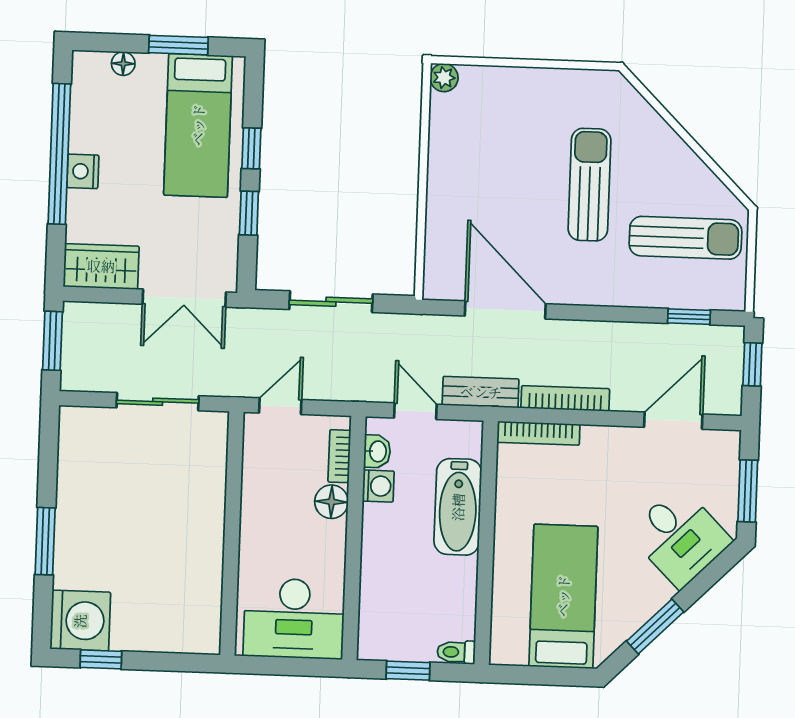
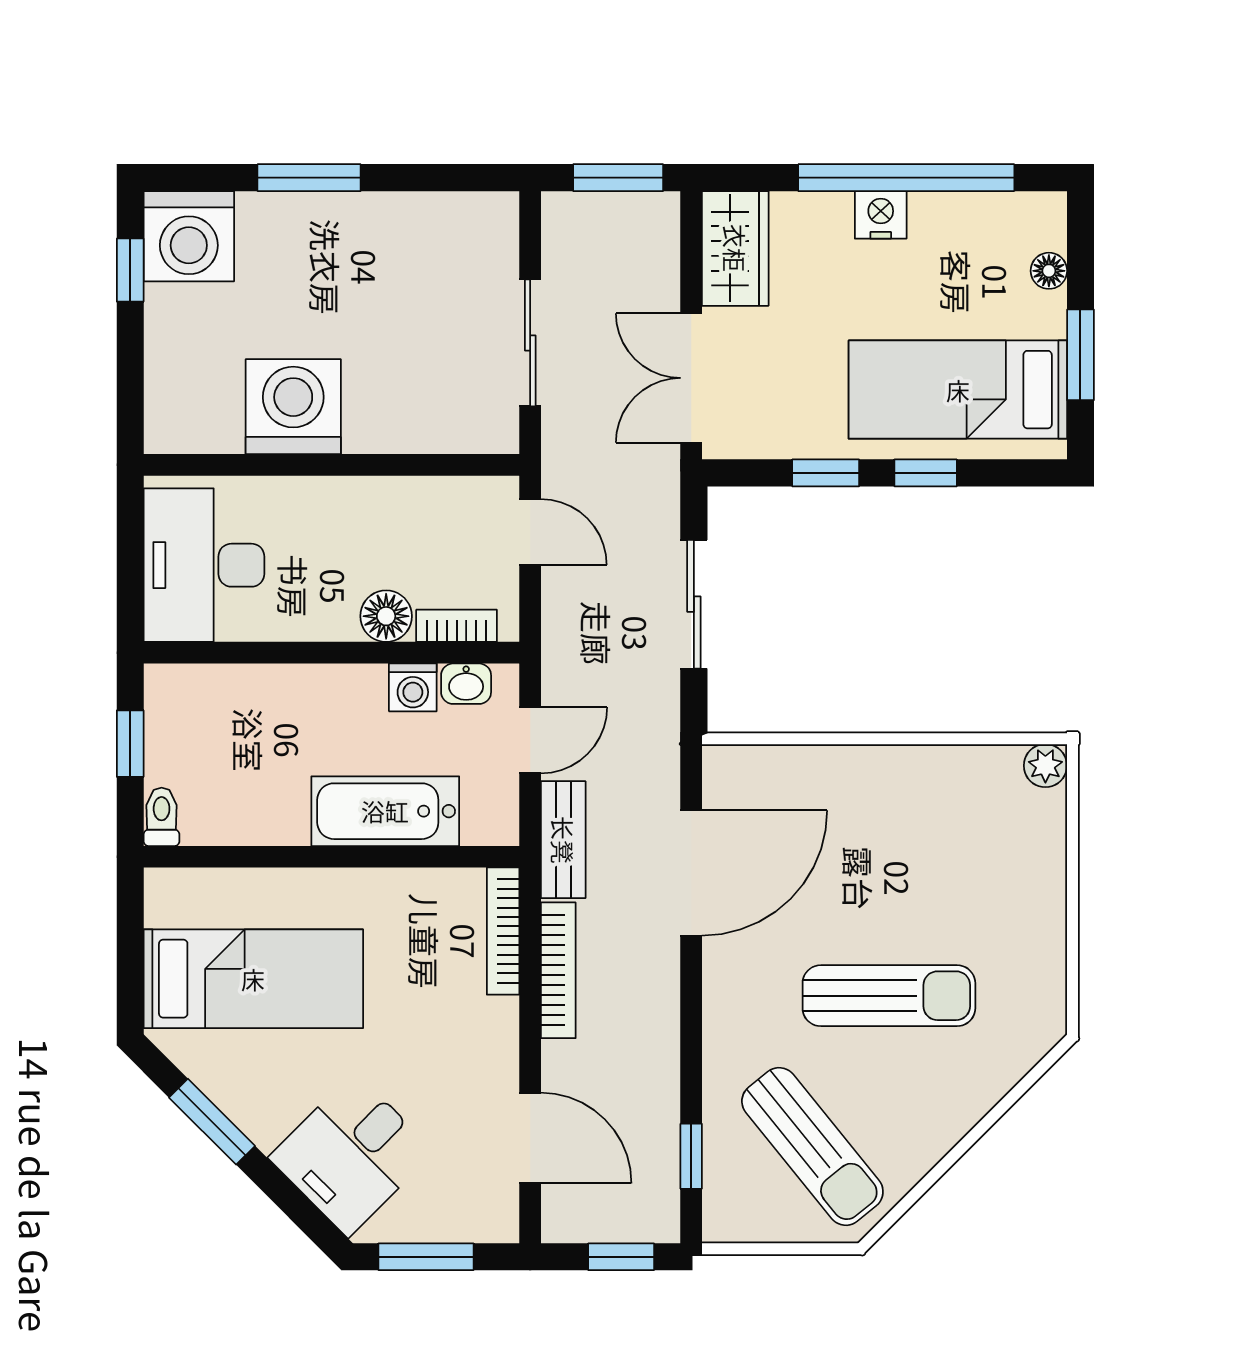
sun lounger: (685, 238) -> (812, 1146), turned -39
washing machine: (193, 557) -> (293, 407), added

